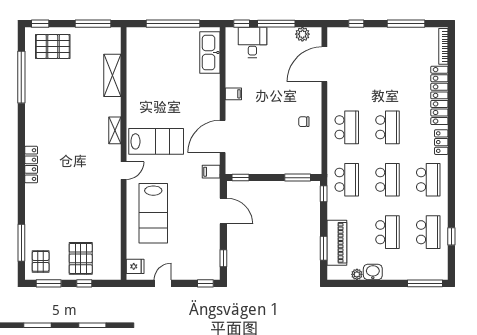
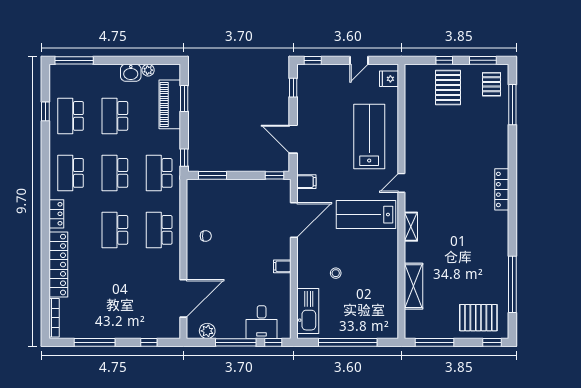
stool: (184, 87) -> (336, 273), added

